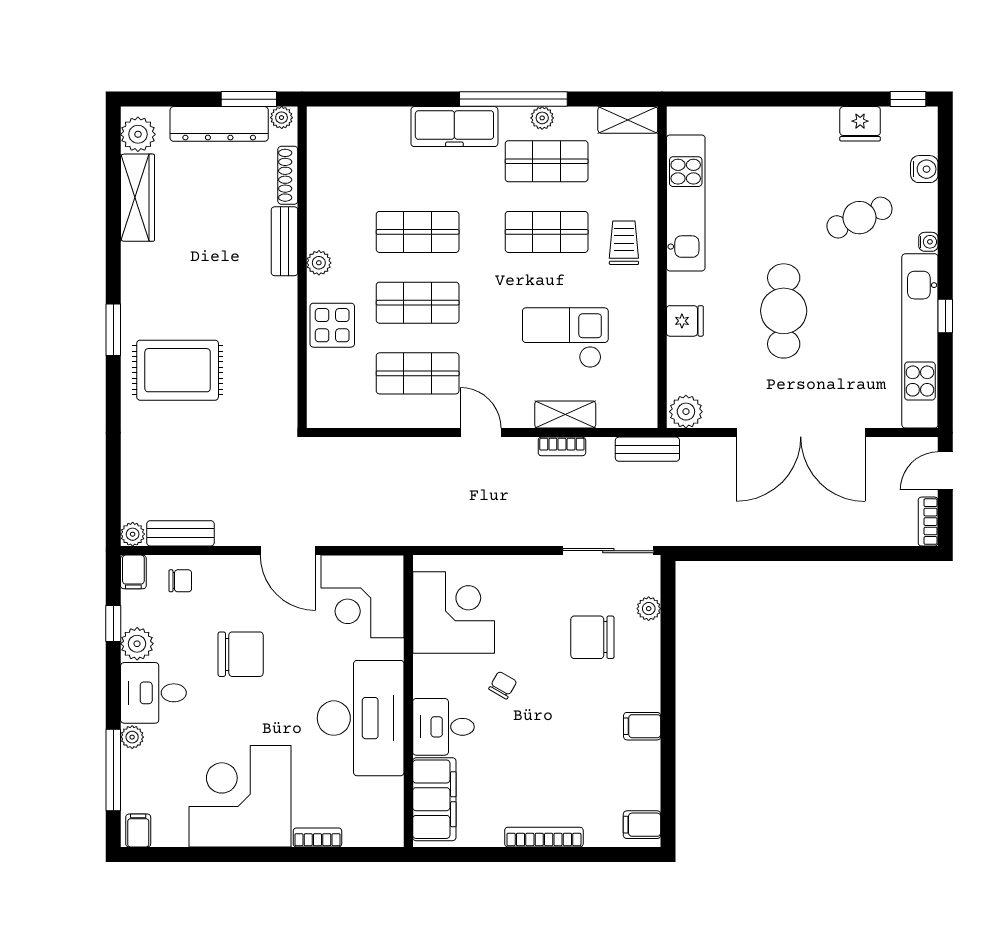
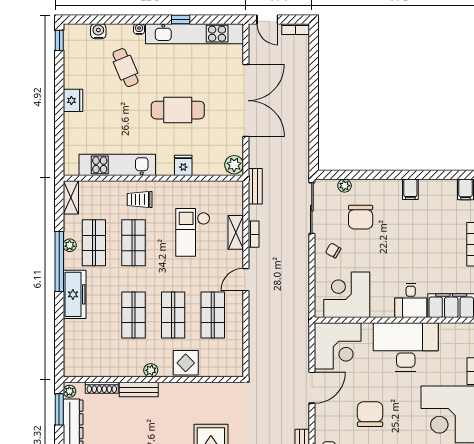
fridge: (860, 124) -> (73, 100), moved
chair: (503, 685) -> (333, 250), moved

